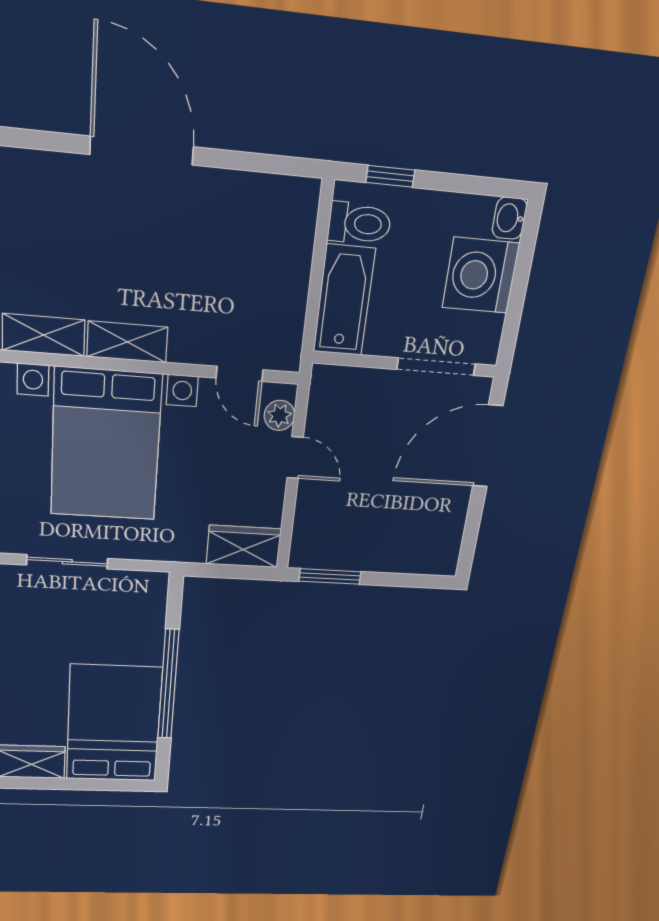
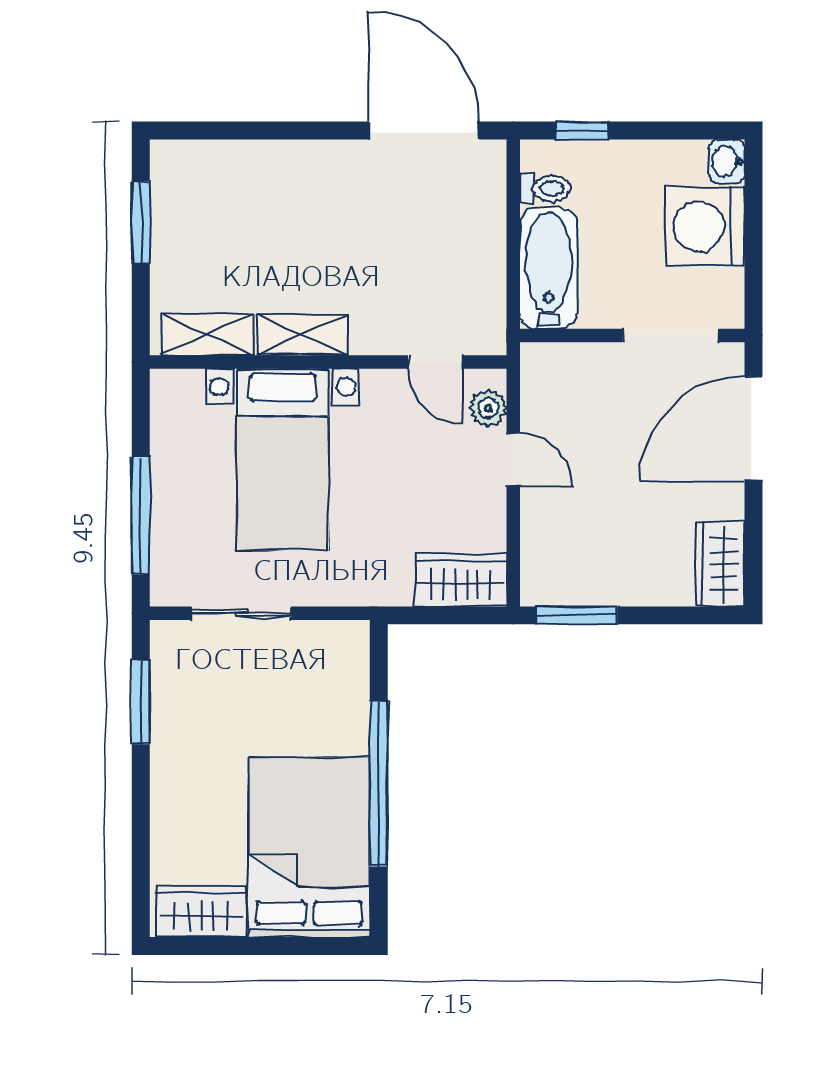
door: (142, 151) -> (424, 131), moved
toilet: (360, 223) -> (545, 188), width x0.73, depth x0.72
bed with nightstands: (106, 445) -> (283, 459), width x0.73
wardrobe: (443, 546) -> (720, 564), added

